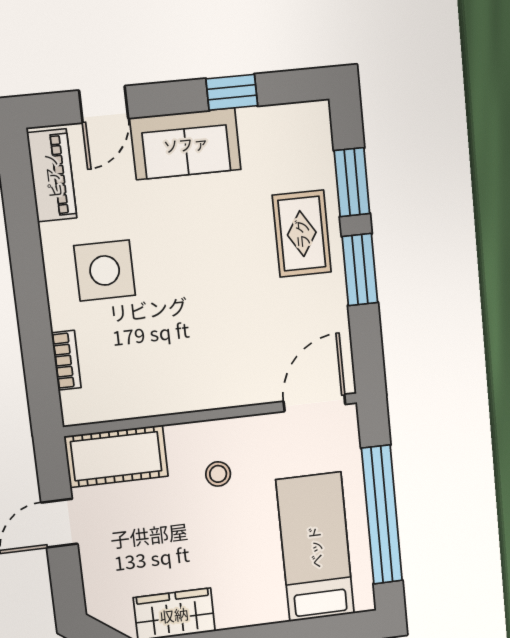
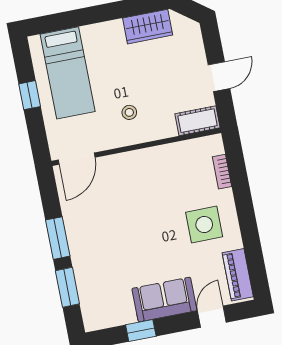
rug: (302, 234) -> (94, 256), removed
cot: (116, 456) -> (198, 121), width x0.73, depth x0.75
window: (382, 515) -> (30, 95), width x0.32

